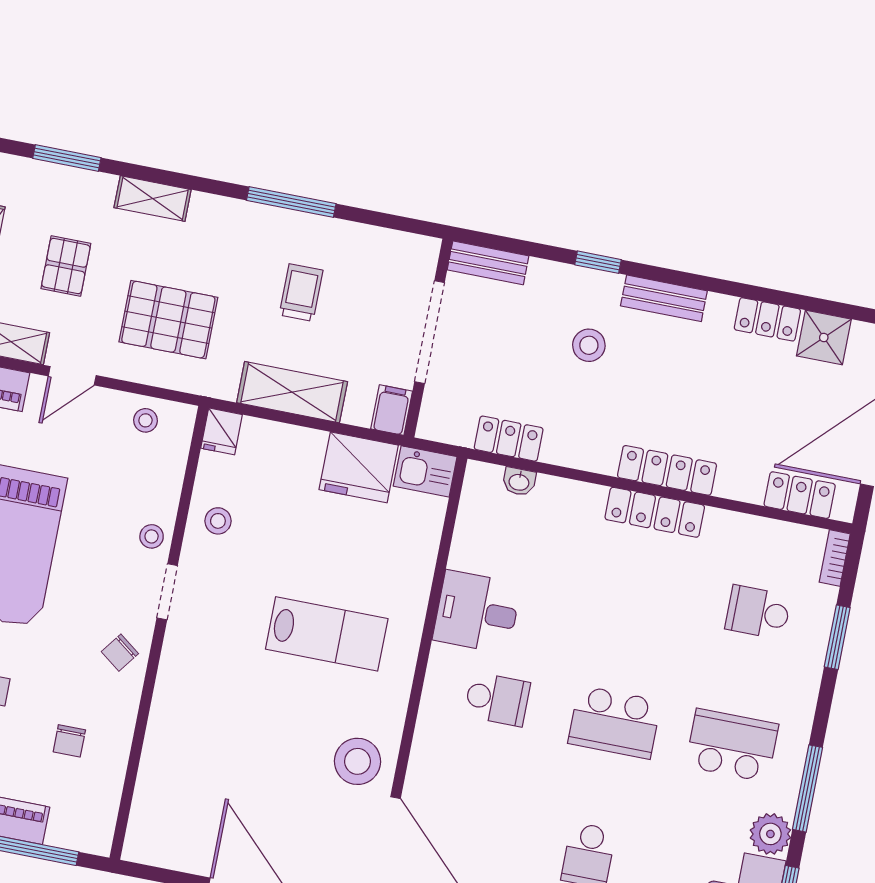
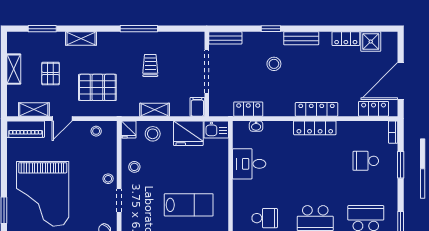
shelving: (292, 392) -> (155, 110), width x0.67, depth x0.75
stool: (276, 452) -> (153, 134), added
desk: (477, 612) -> (249, 164), moved

